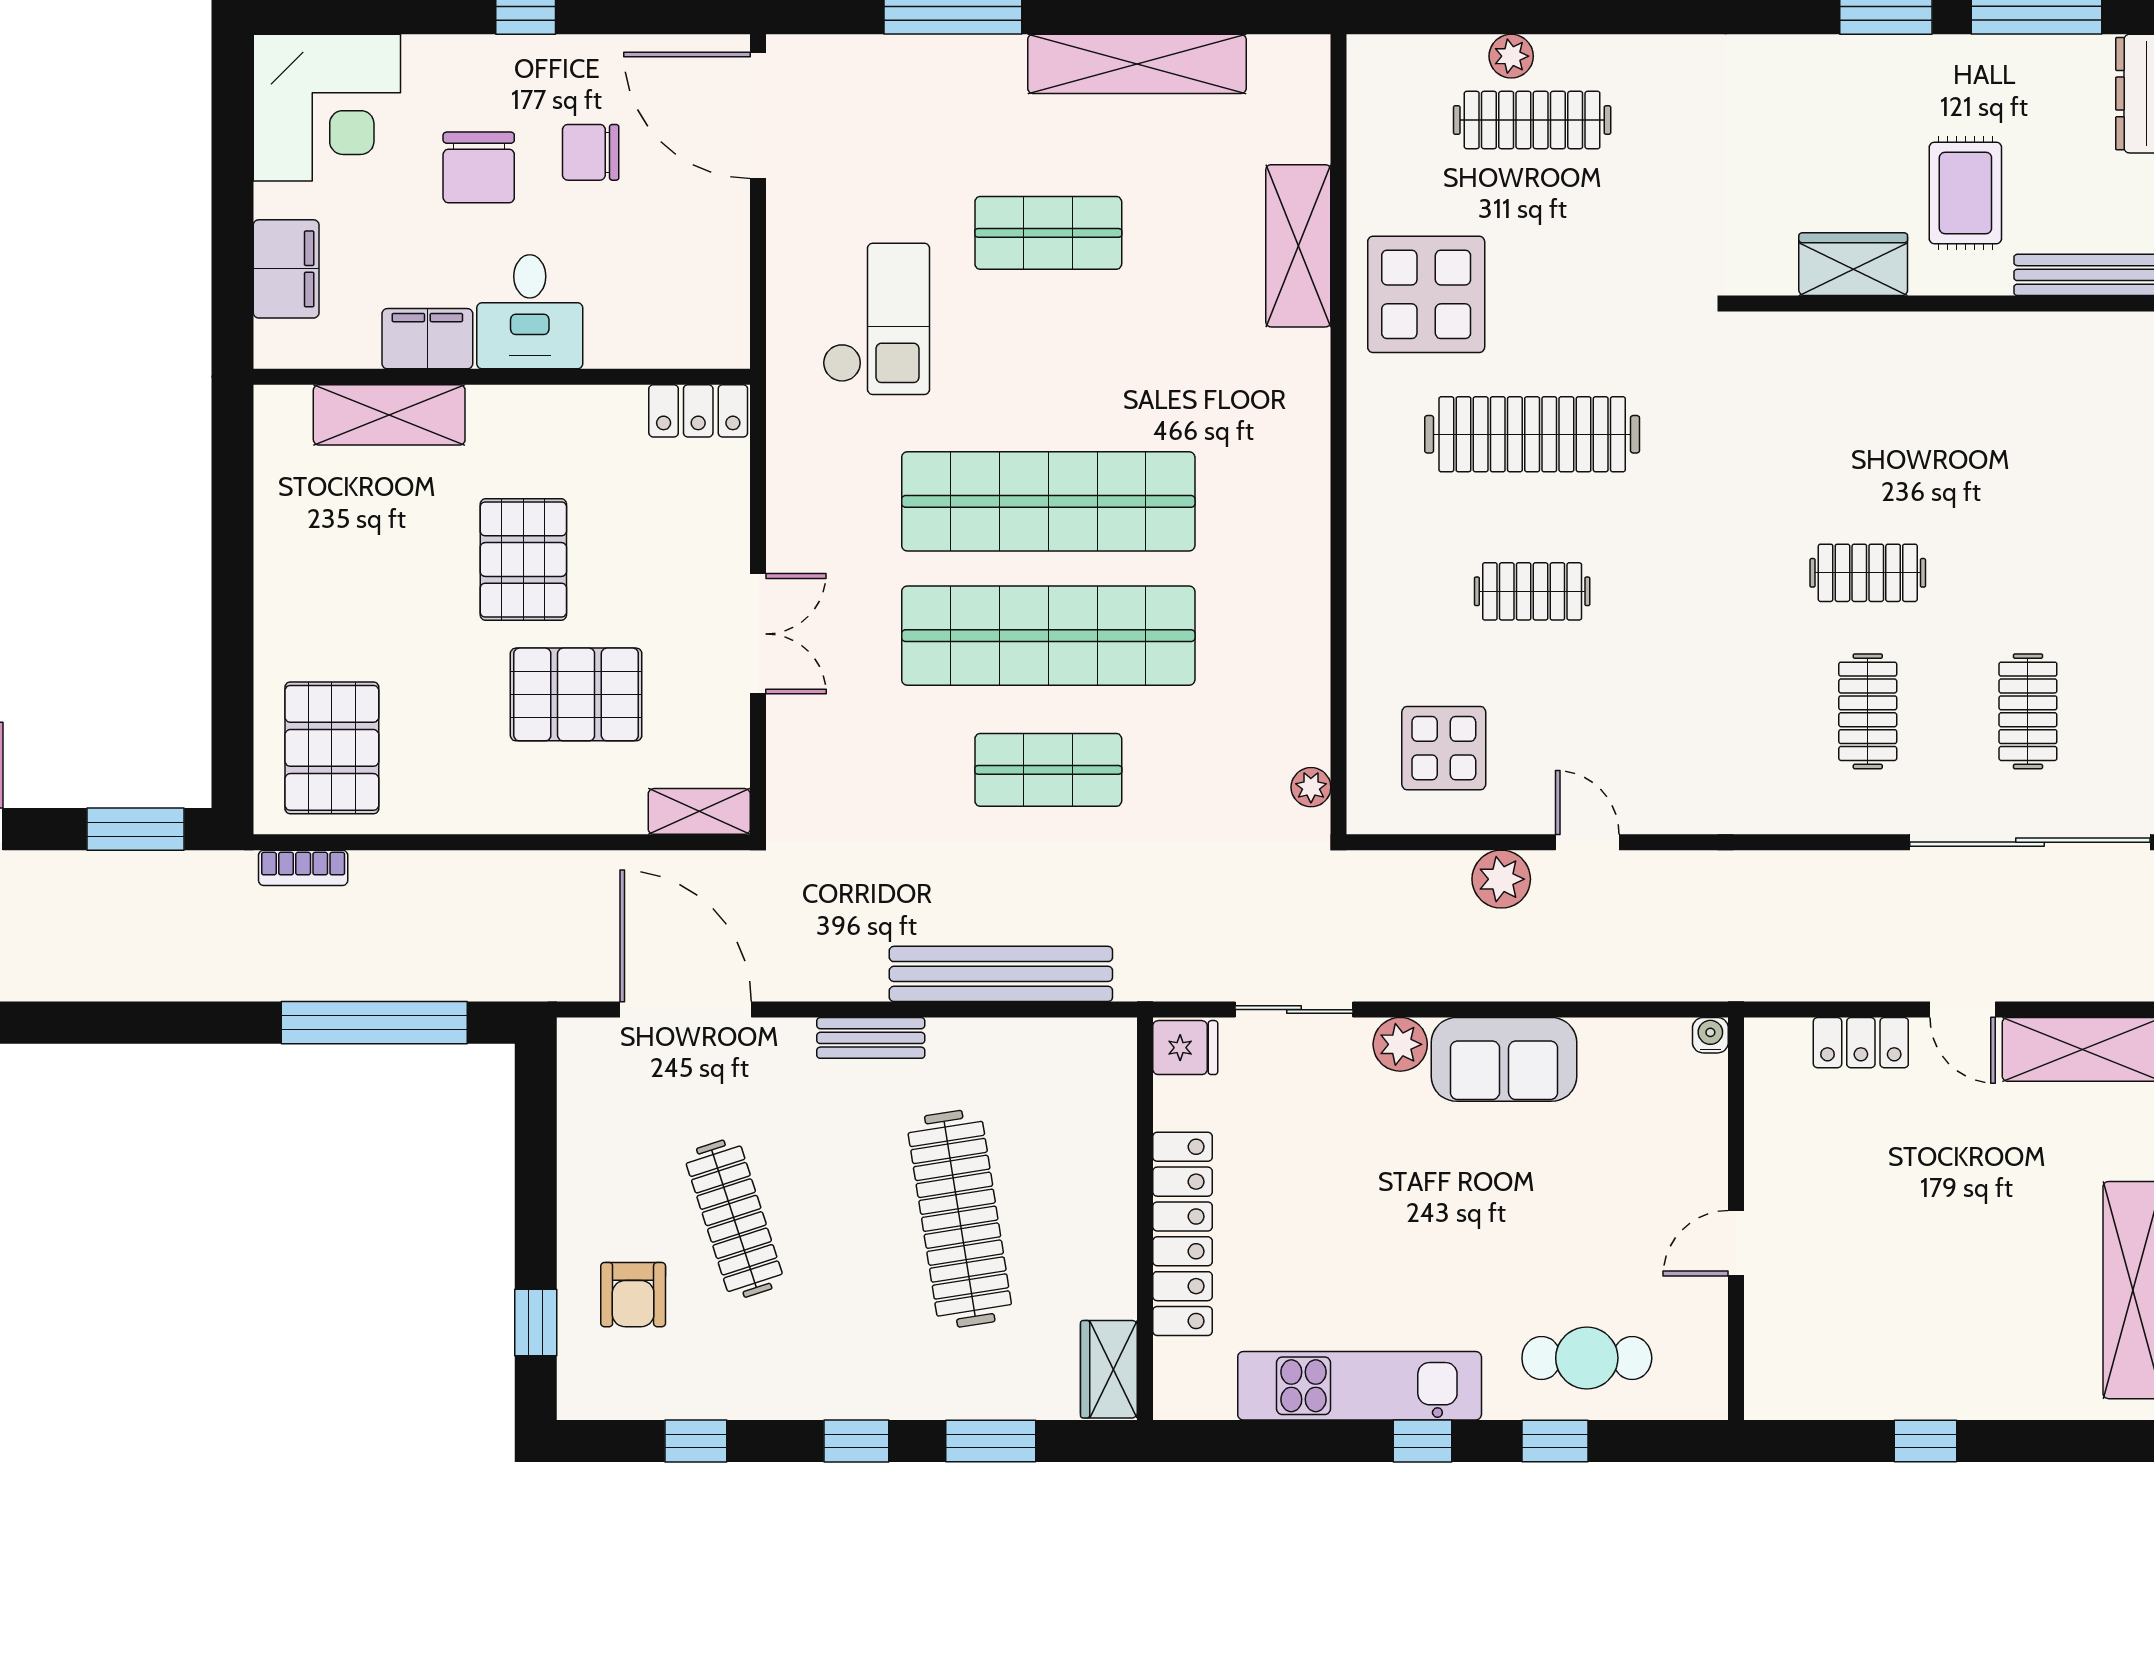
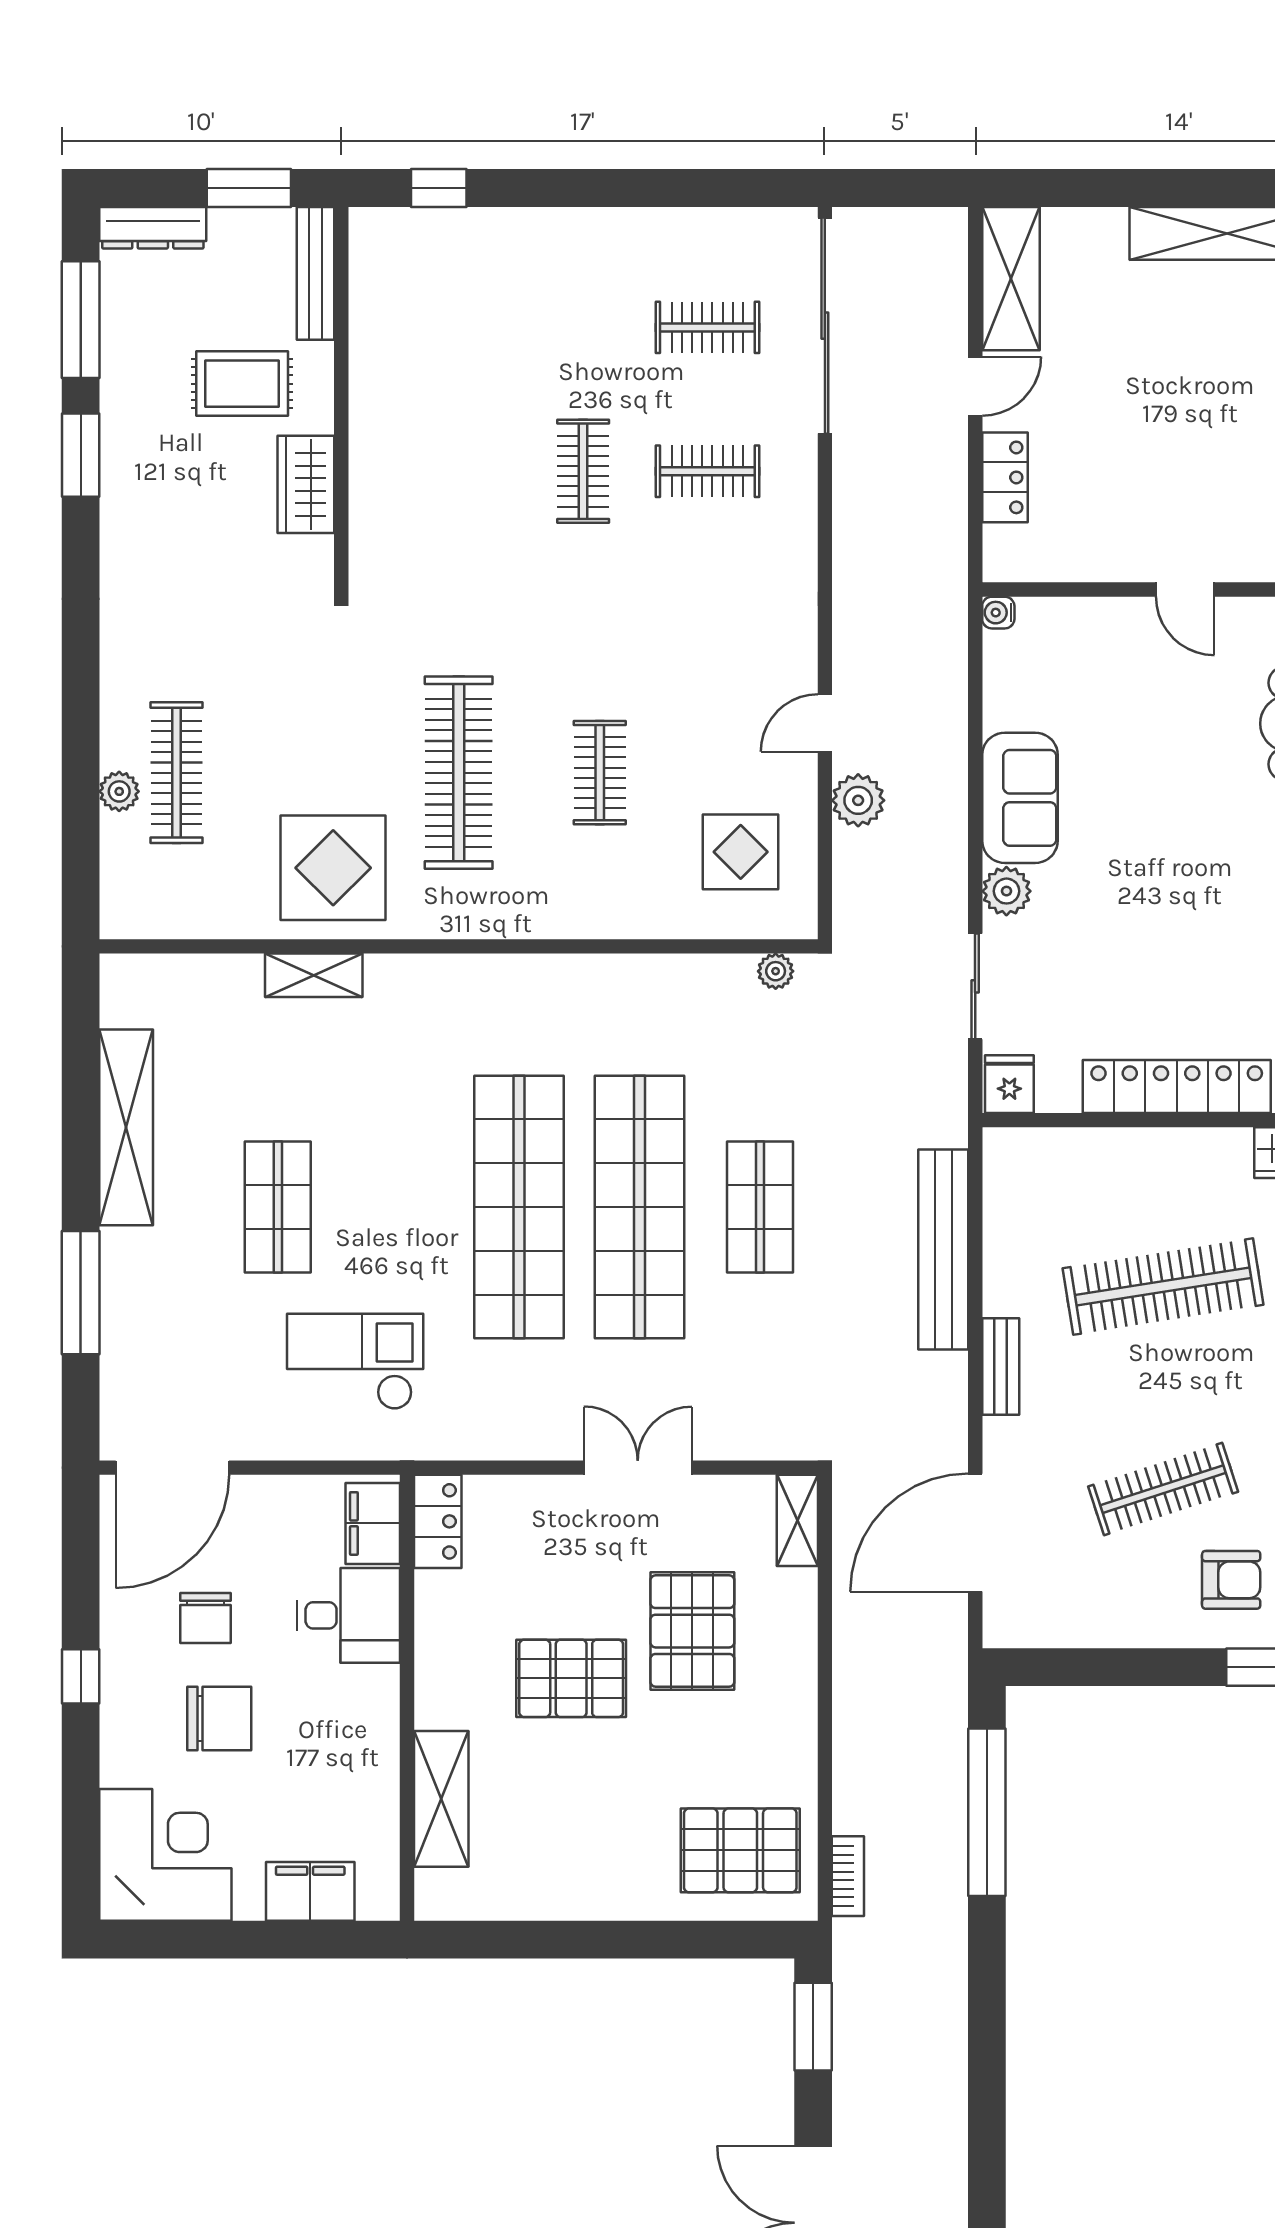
shelving: (1298, 246) -> (314, 975), width x0.67, depth x0.75
desk: (530, 312) -> (349, 1615), moved
filing cabinet: (427, 339) -> (373, 1523), moved

